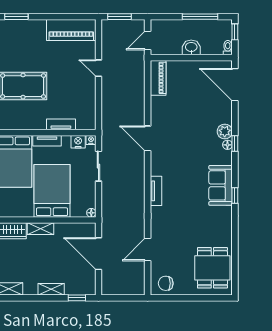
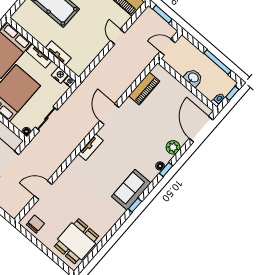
piano: (158, 78) -> (144, 88), moved
plant: (225, 132) -> (173, 147), moved
sliding door: (98, 166) -> (46, 119), moved
tv unit: (156, 191) -> (91, 147), moved
chair: (166, 283) -> (35, 224), turned 90

